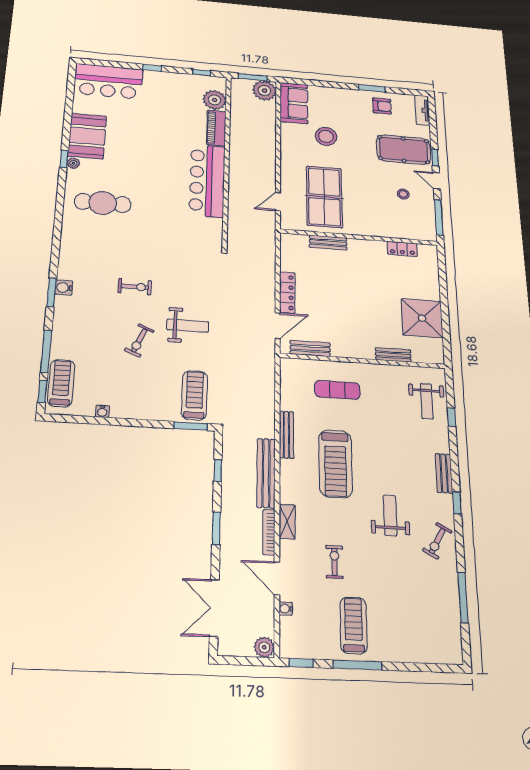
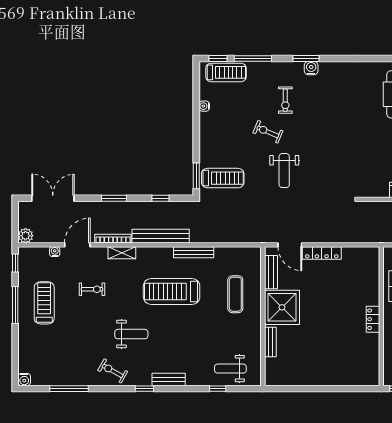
bench: (328, 243) -> (373, 289), removed
locker: (402, 249) -> (373, 319), moved
exercise bike: (135, 287) -> (285, 100), moved
shower: (422, 318) -> (282, 307), moved
treadmill: (354, 625) -> (44, 303), turned -90
water cooler: (455, 656) -> (24, 380), added

